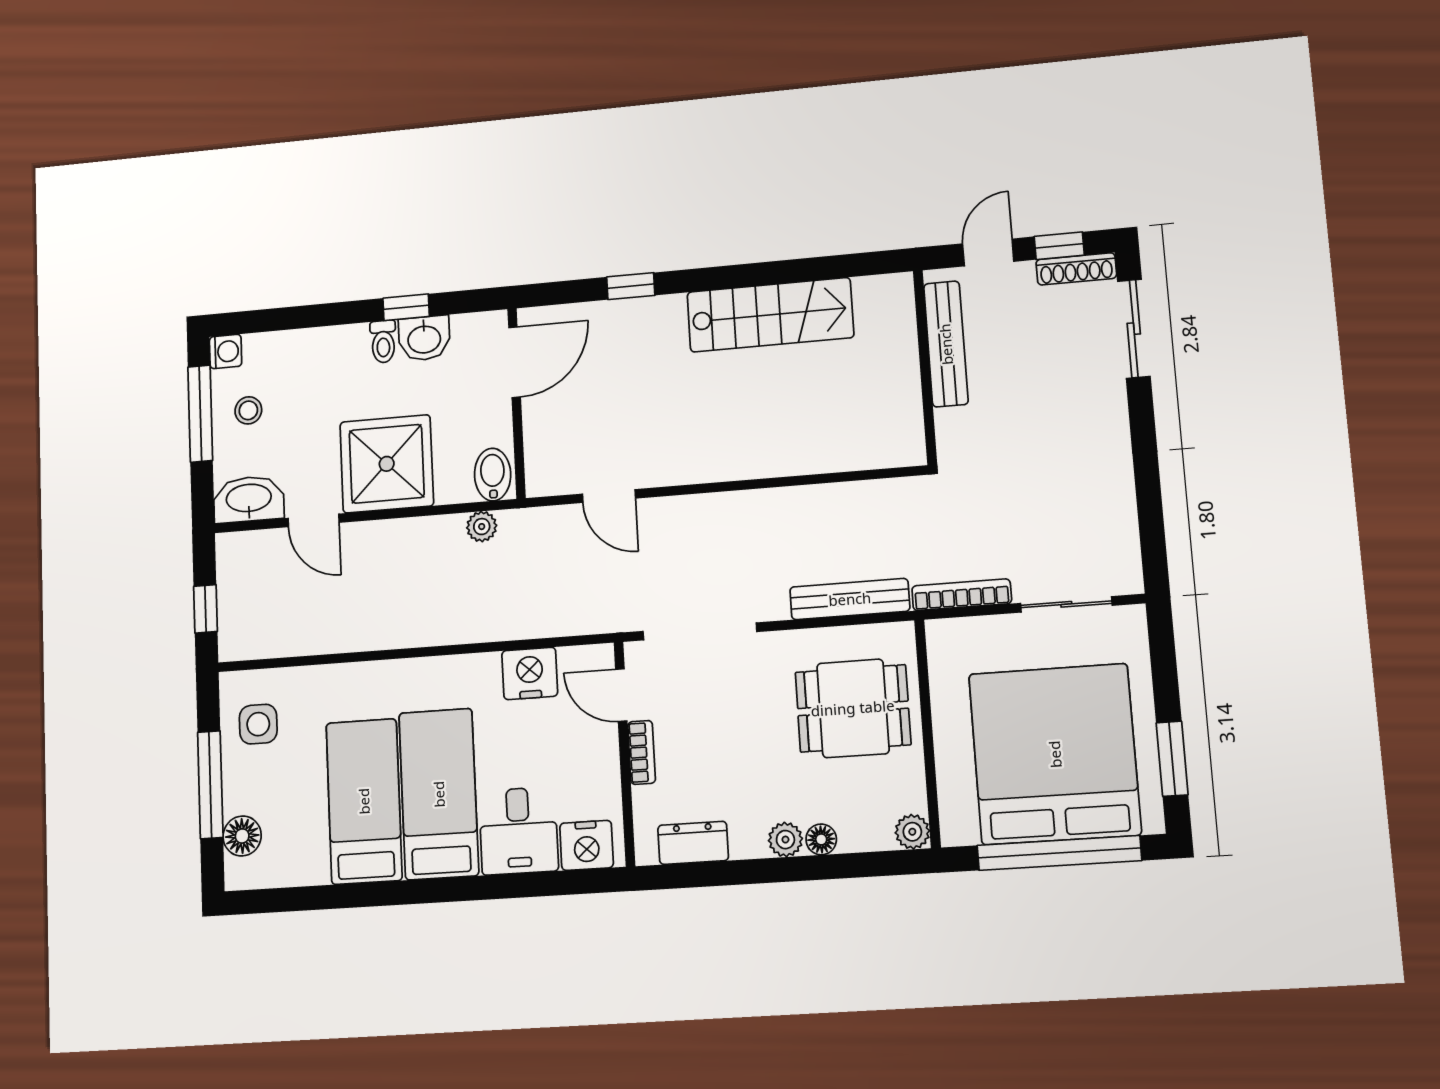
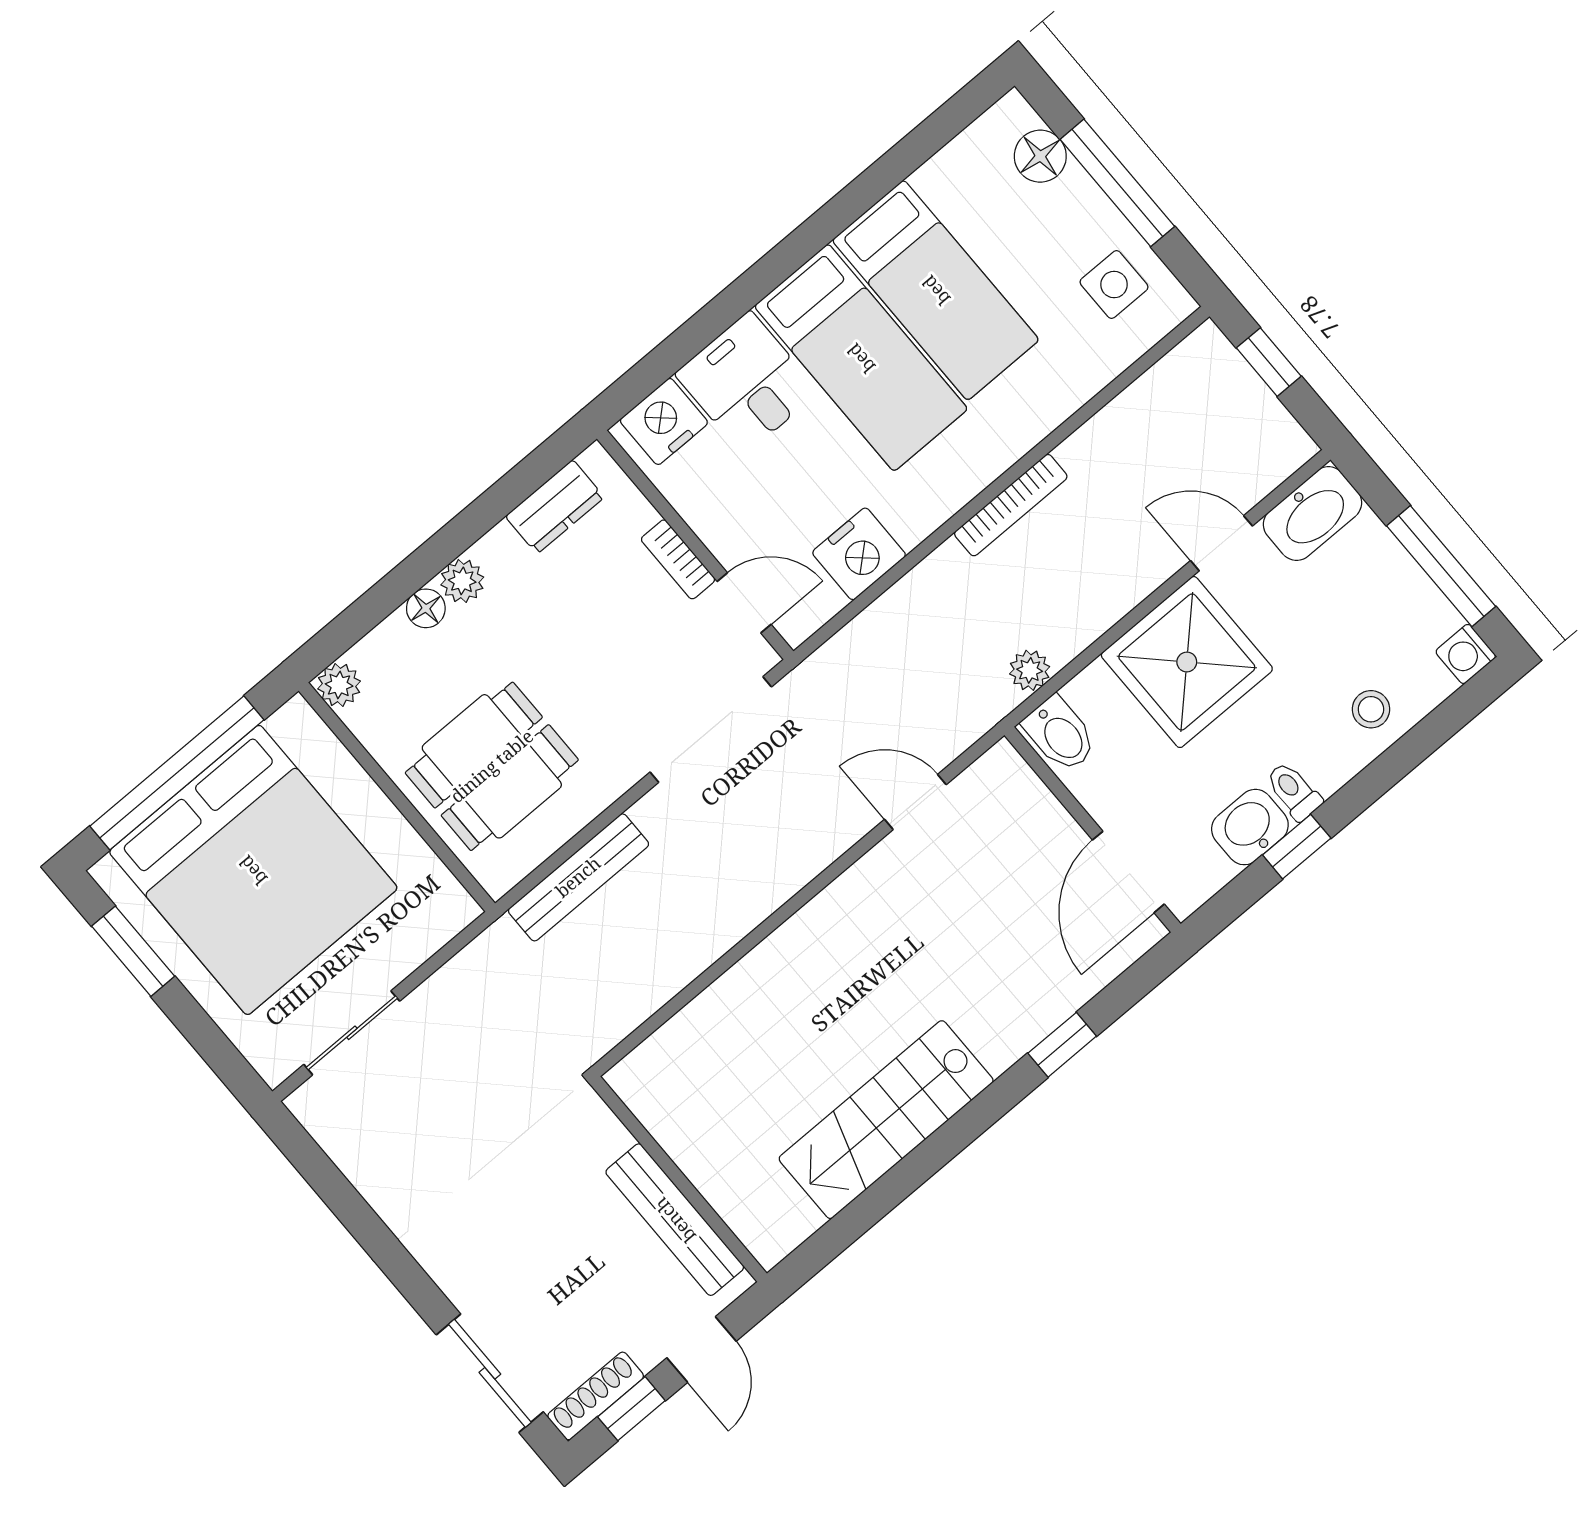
stool: (248, 410) -> (1371, 709), moved
bookcase: (962, 595) -> (1011, 505), moved

